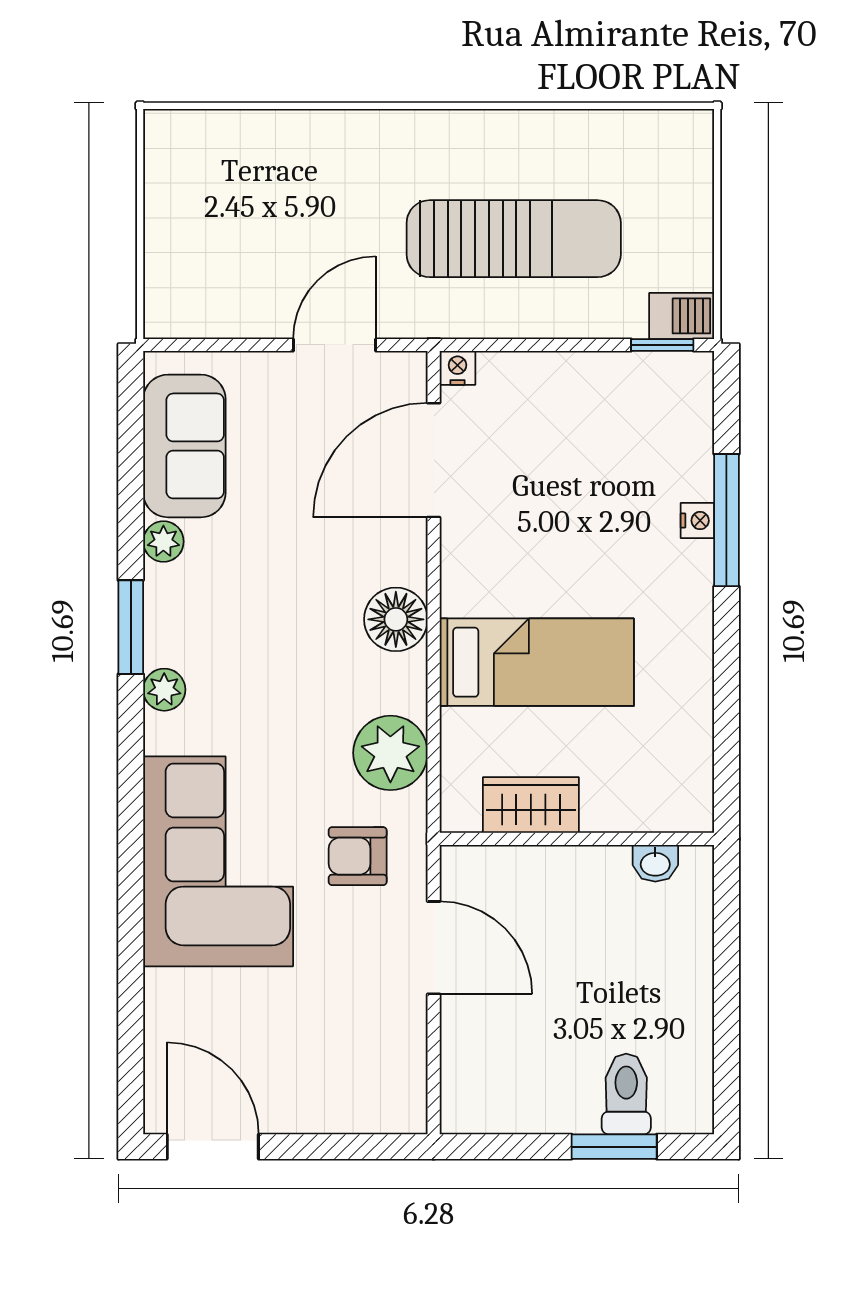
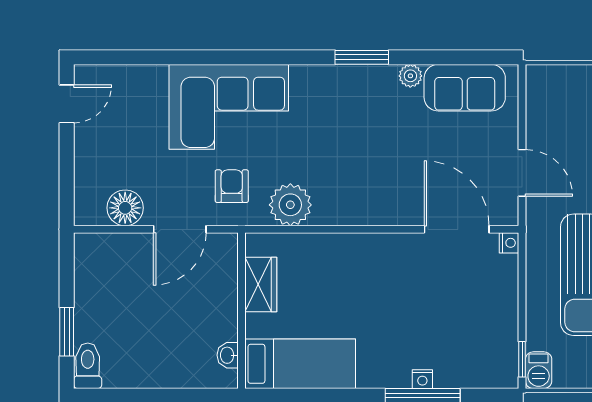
floor lamp: (396, 619) -> (125, 208), moved
bed: (537, 662) -> (300, 364), moved, turned -90
plant: (164, 690) -> (326, 76), removed
toilet: (626, 1094) -> (88, 366), moved, turned -90
door: (213, 1147) -> (67, 104), width x0.73

